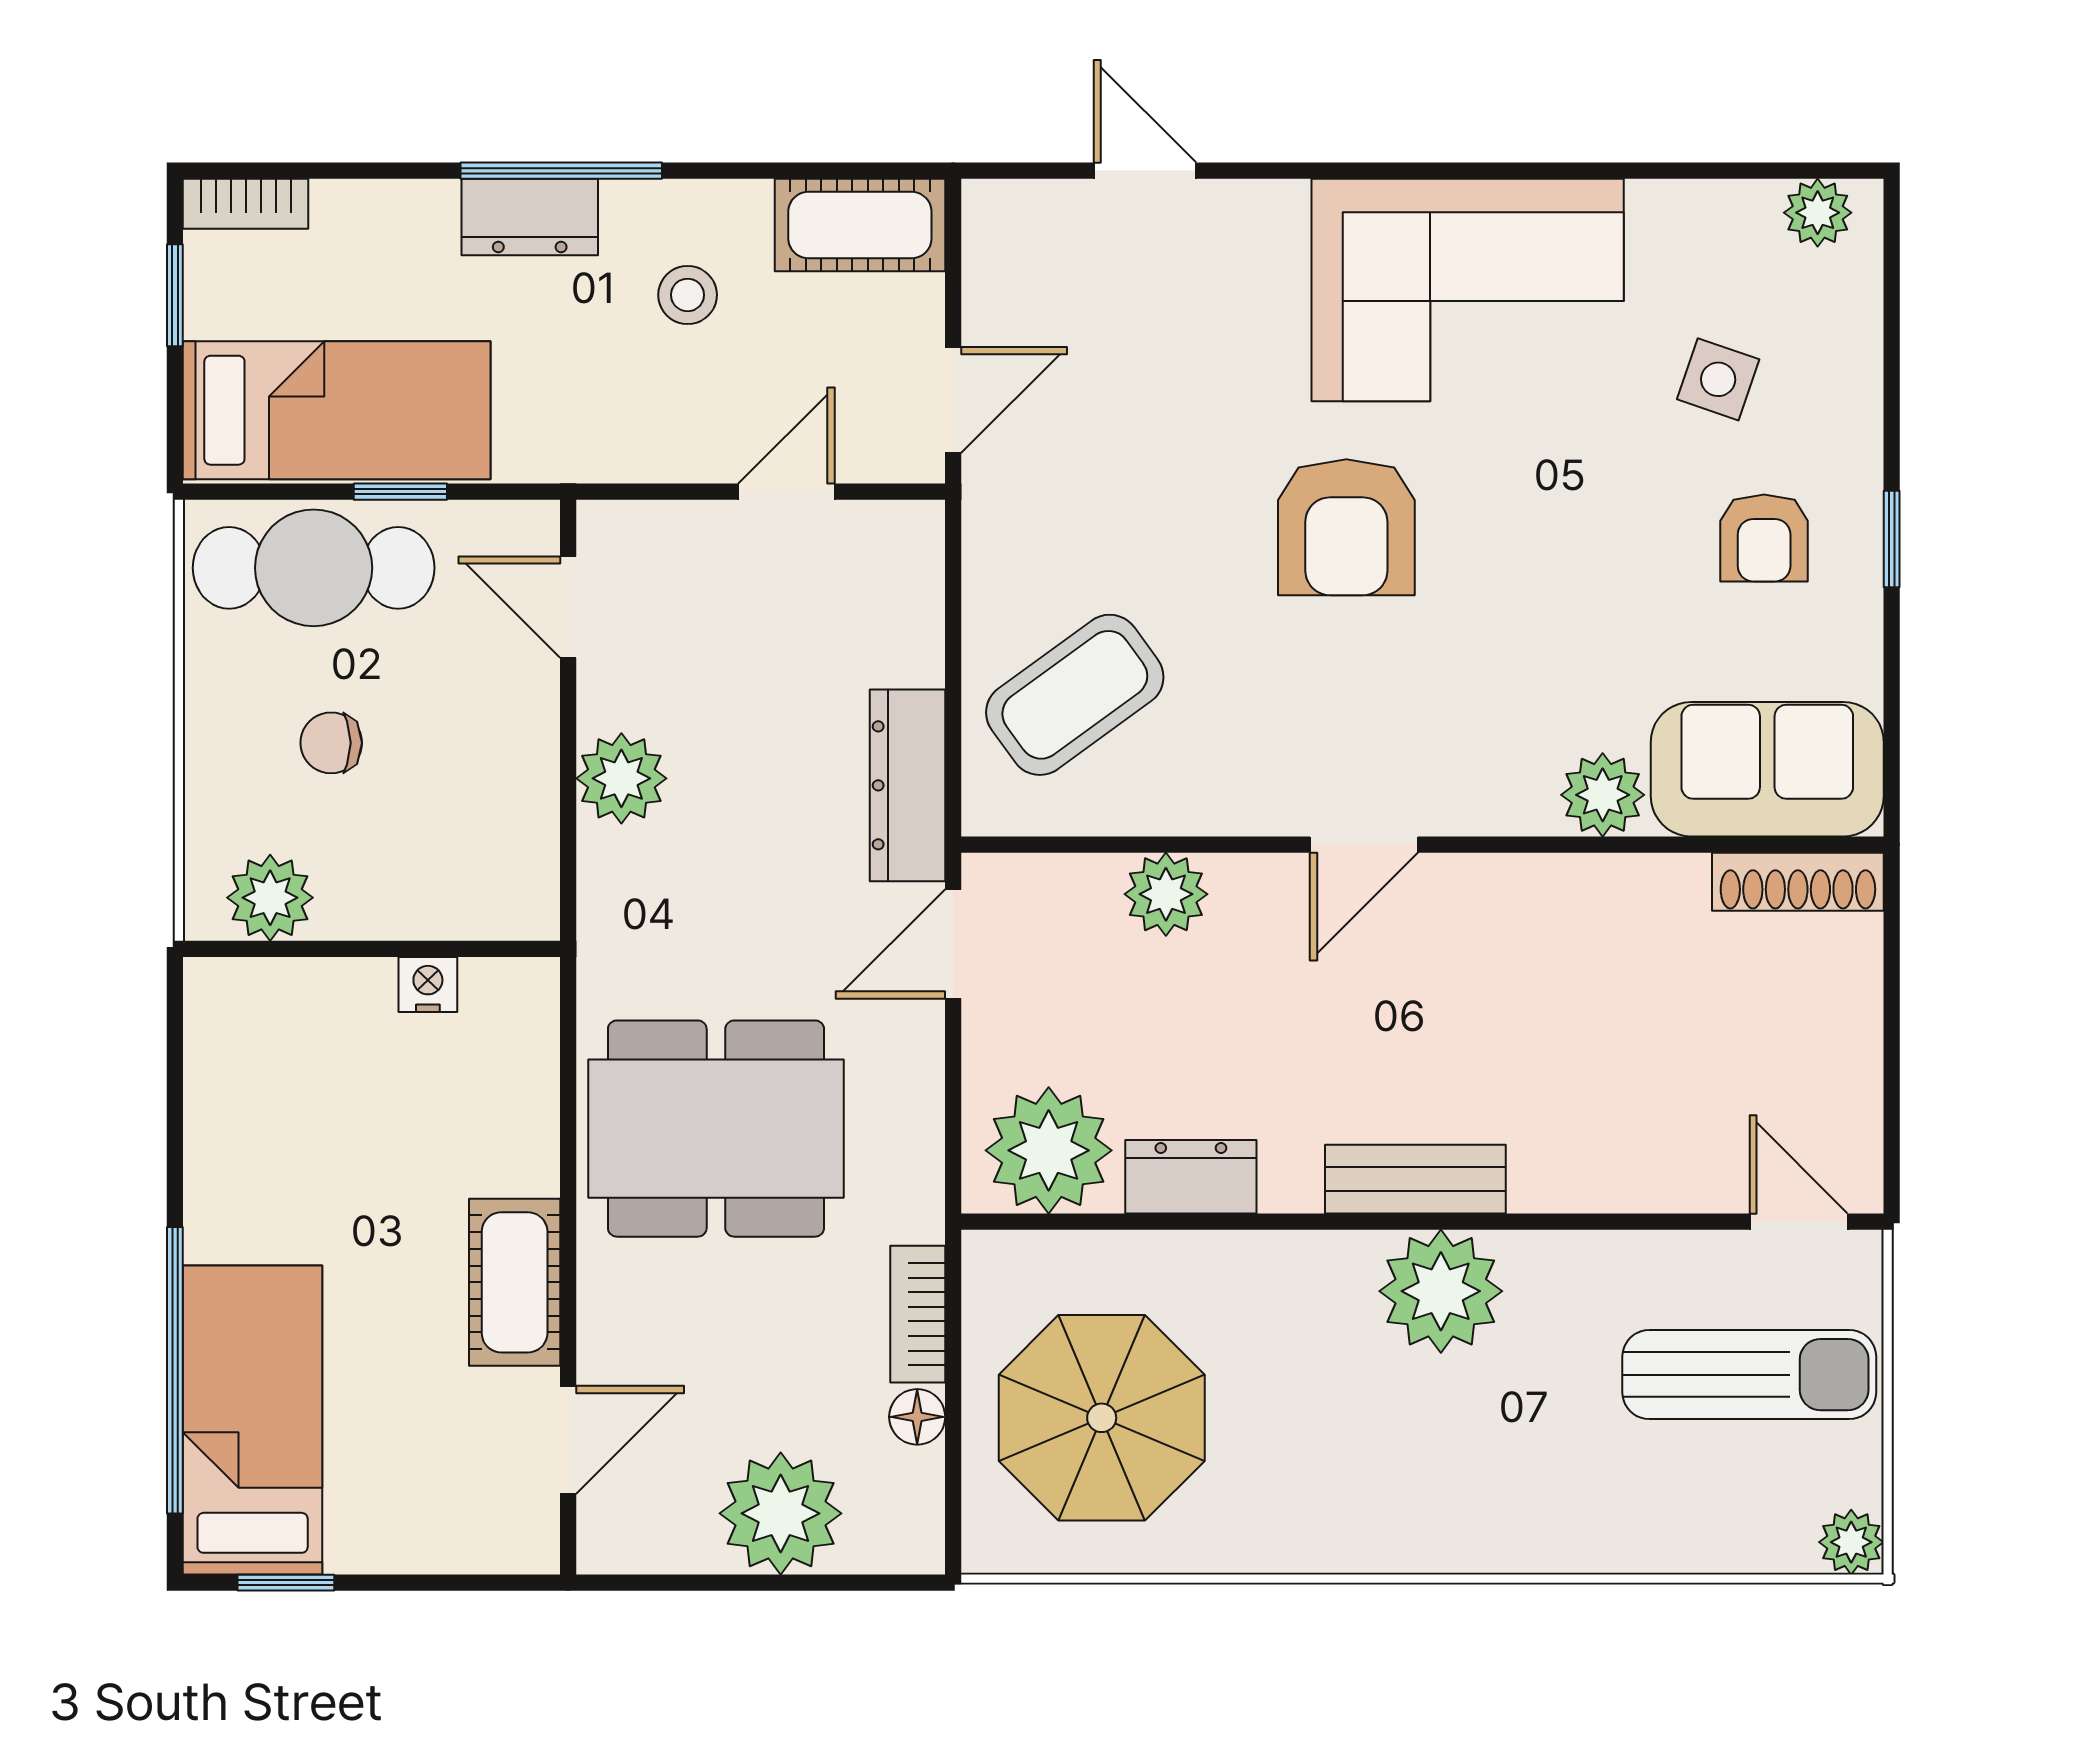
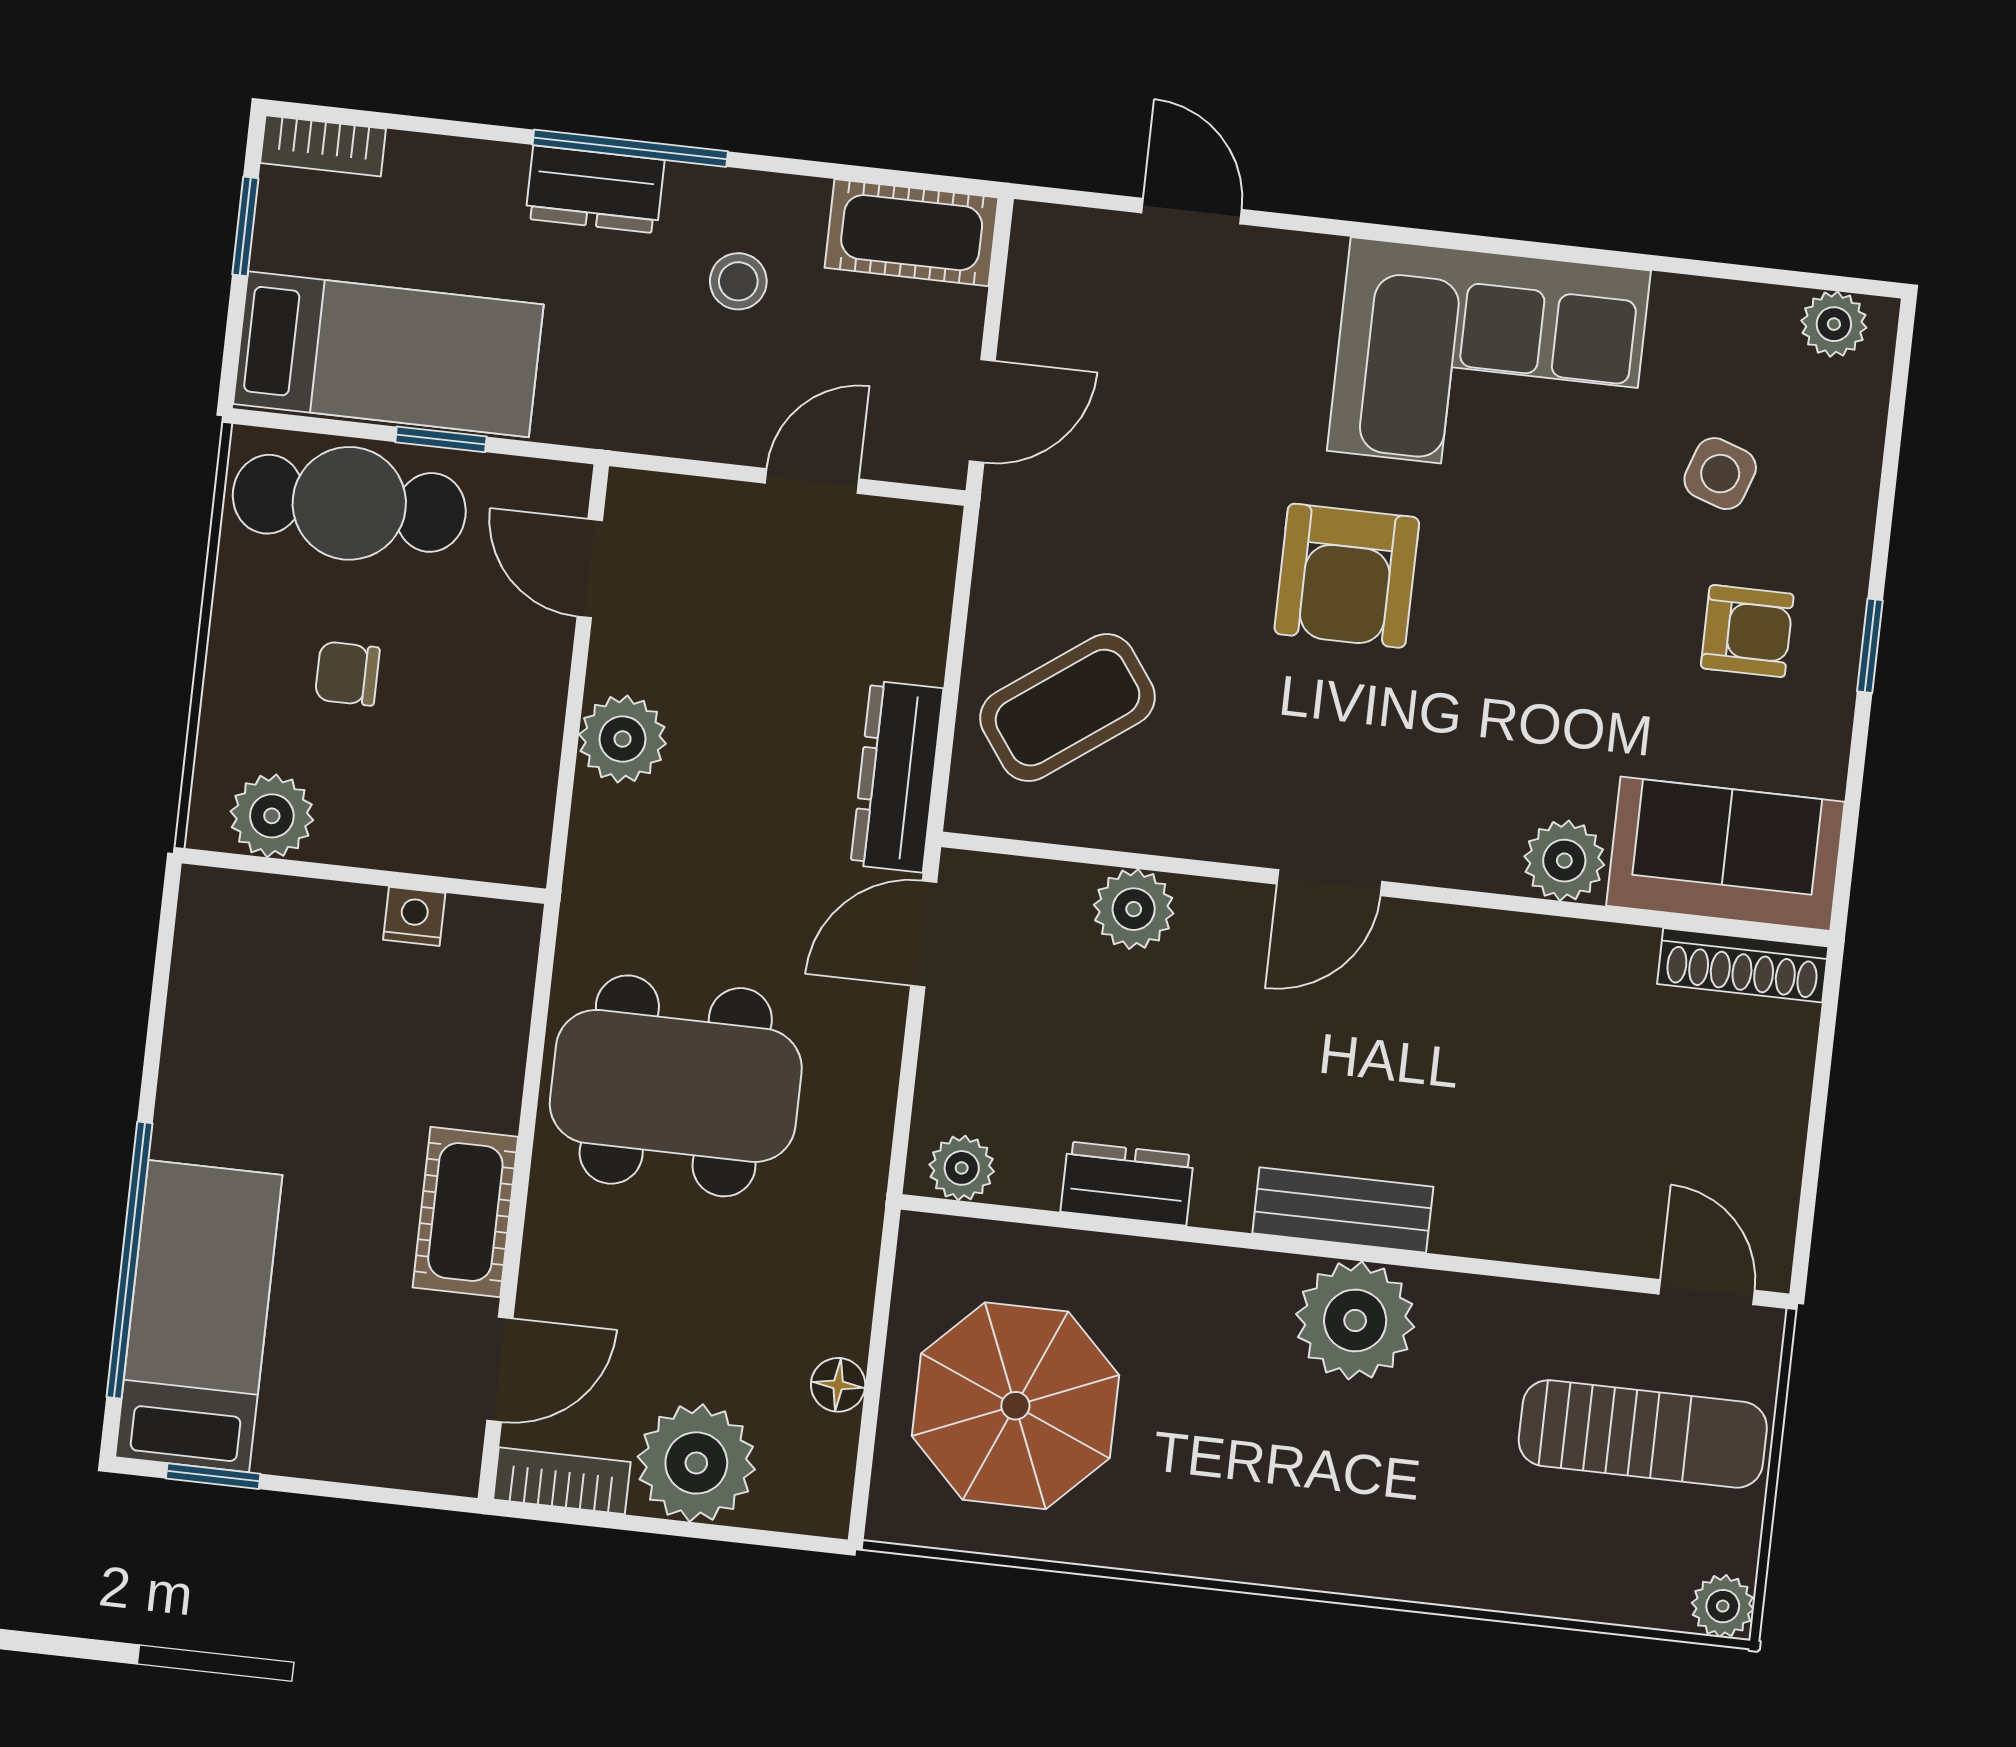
armchair: (1764, 538) -> (1747, 631), turned -90
plant: (1049, 1150) -> (962, 1168), width x0.53, depth x0.53
bookcase: (918, 1314) -> (562, 1481), moved, turned 90

